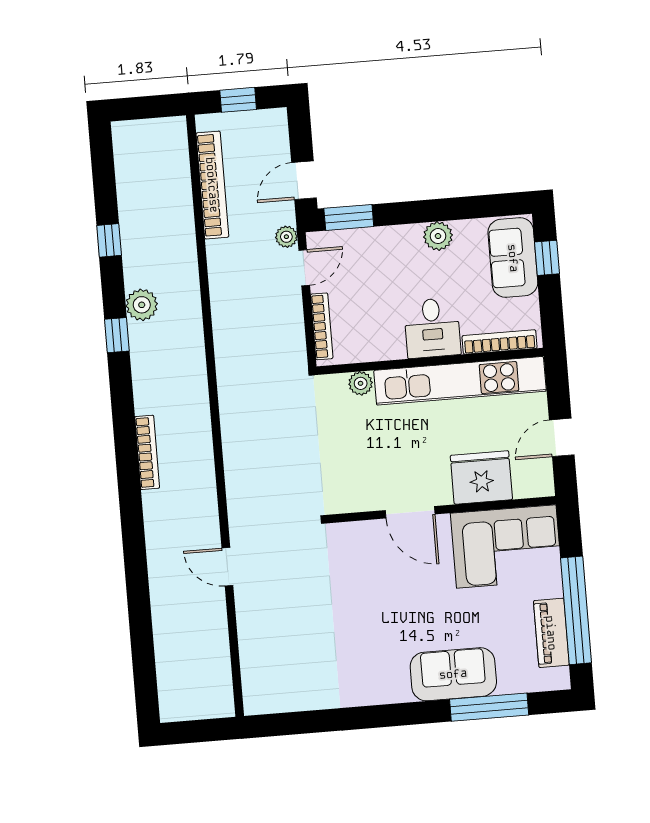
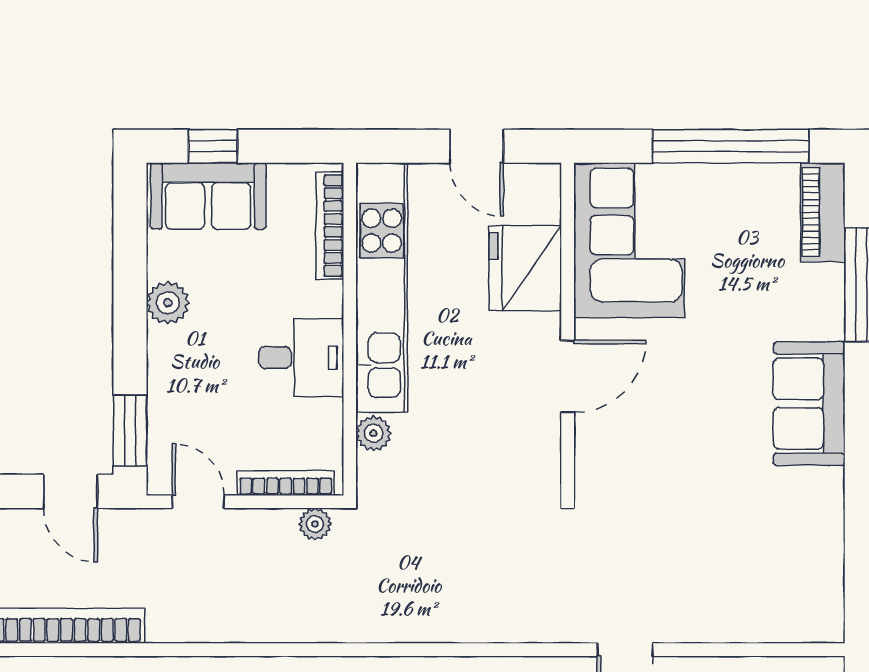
plant: (286, 237) -> (315, 524), moved
desk: (432, 328) -> (301, 357), moved
piano: (551, 633) -> (823, 212), moved, turned 90
sofa: (453, 674) -> (809, 404), moved

